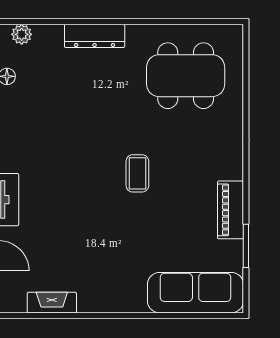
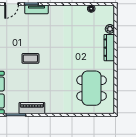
plant: (22, 34) -> (110, 29), moved
coffee table: (137, 173) -> (30, 58), moved

